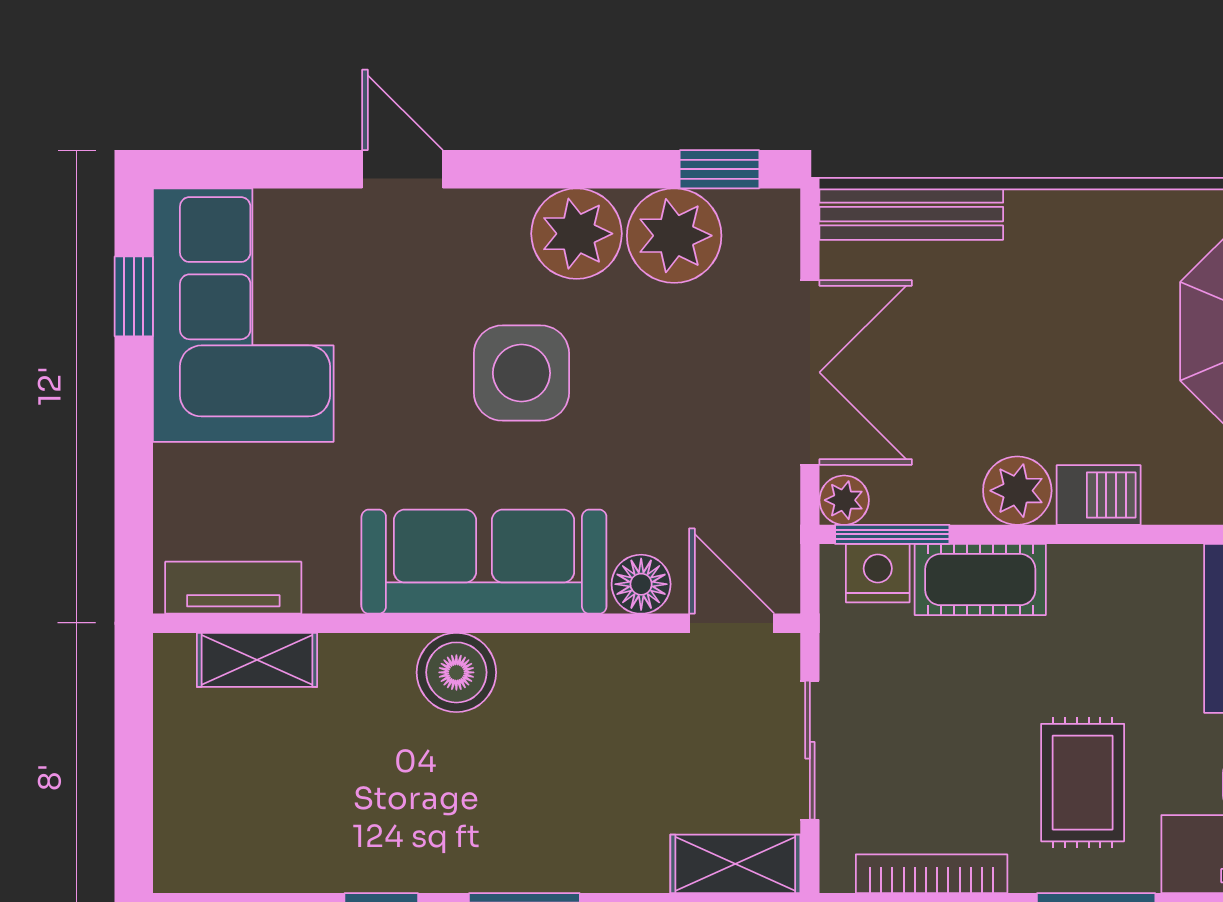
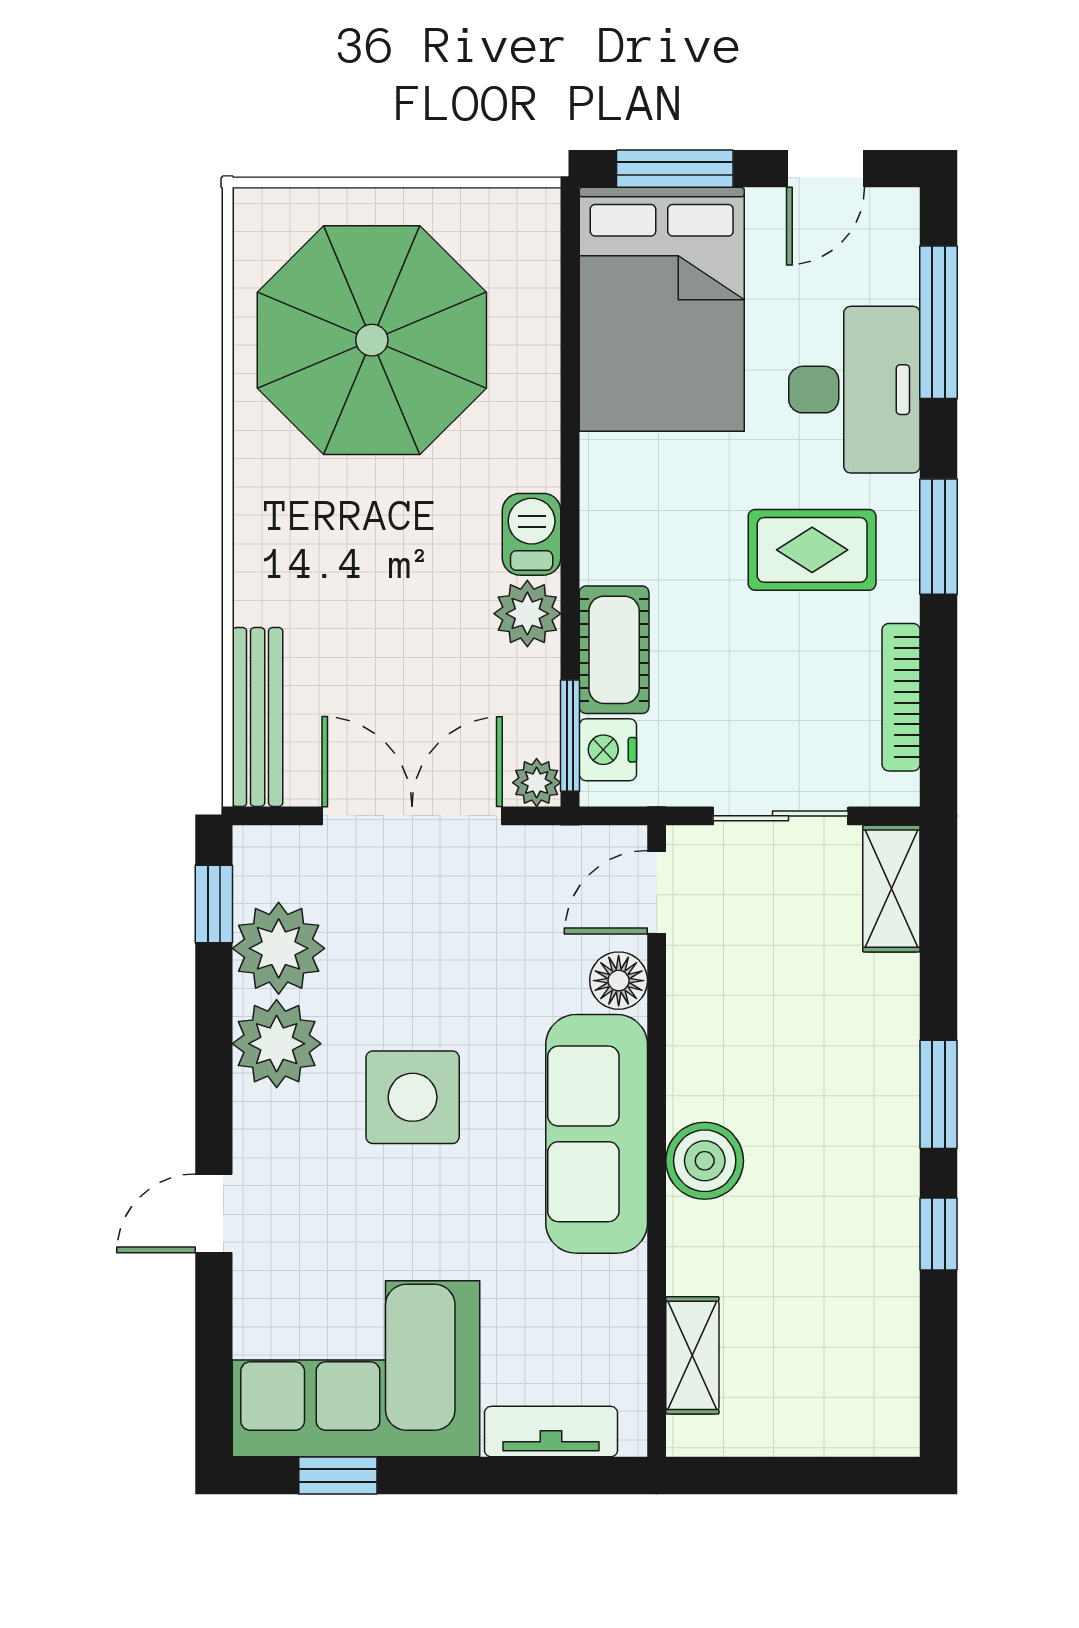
tv unit: (233, 588) -> (551, 1432), moved, turned 90

